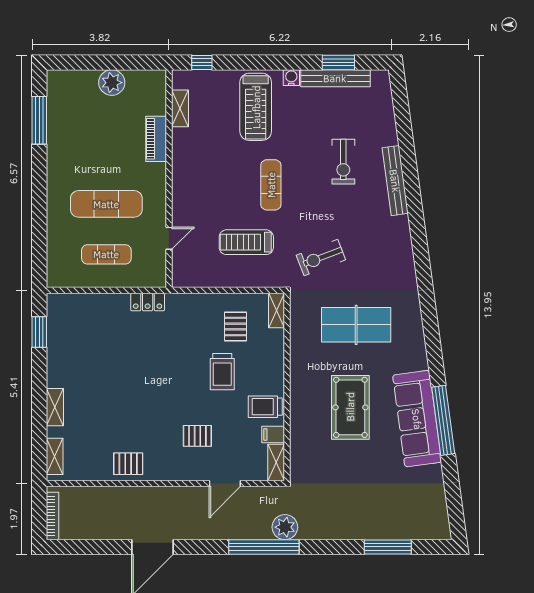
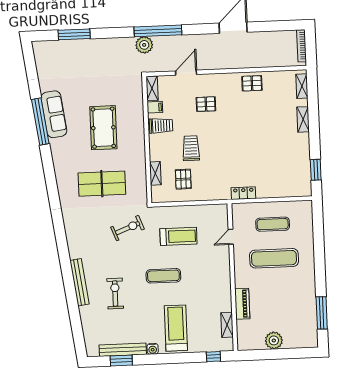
exercise mat: (271, 185) -> (163, 276), turned 90
shelving: (276, 310) -> (155, 173), moved
sofa: (417, 419) -> (54, 114), width x0.74, depth x0.79

